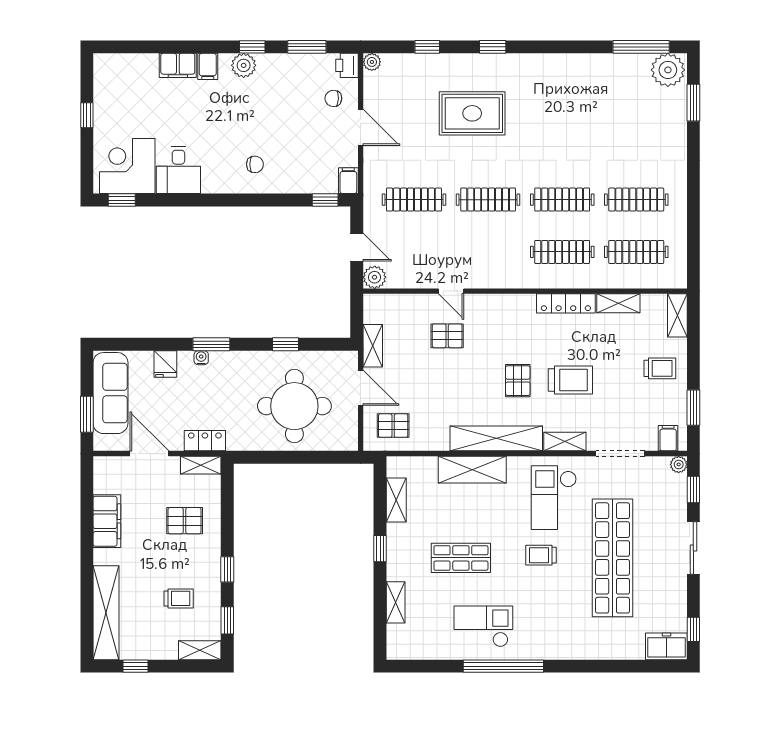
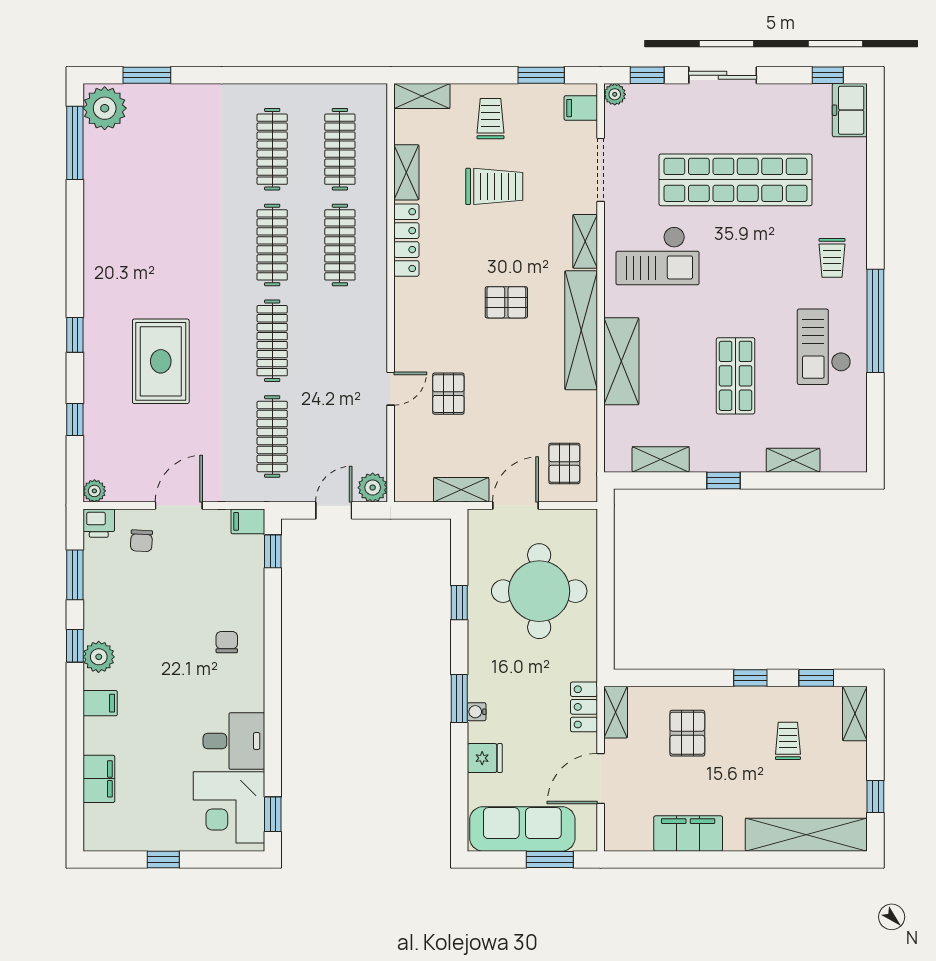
filing cabinet: (178, 65) -> (99, 779), moved
trolley: (570, 380) -> (494, 186), moved, turned 90
trolley: (541, 555) -> (832, 258), moved

